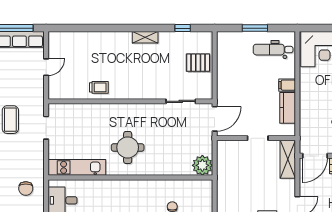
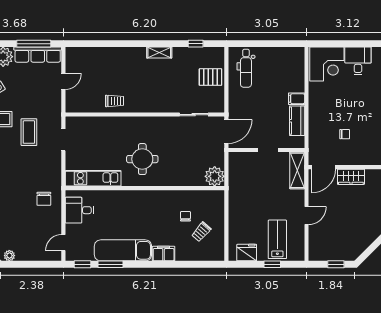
window: (255, 28) -> (265, 44), removed
dental chair: (273, 50) -> (246, 68), moved, turned -90

